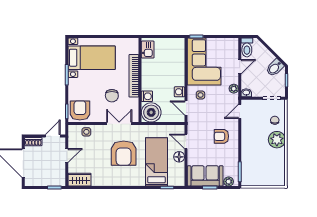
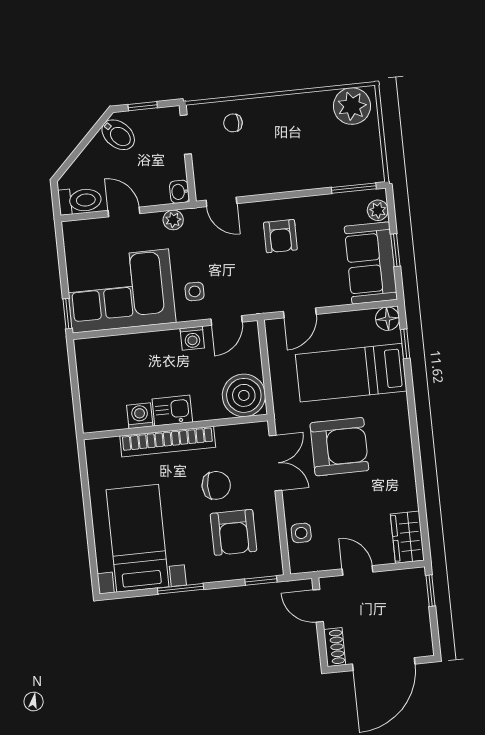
kitchen sink: (148, 50) -> (172, 411), moved
washing machine: (147, 96) -> (140, 416), moved
armchair: (80, 110) -> (234, 532), moved, turned -90
double door: (119, 124) -> (275, 463), swing flipped
plant: (277, 140) -> (352, 106), moved
floor lamp: (179, 157) -> (388, 319), moved

